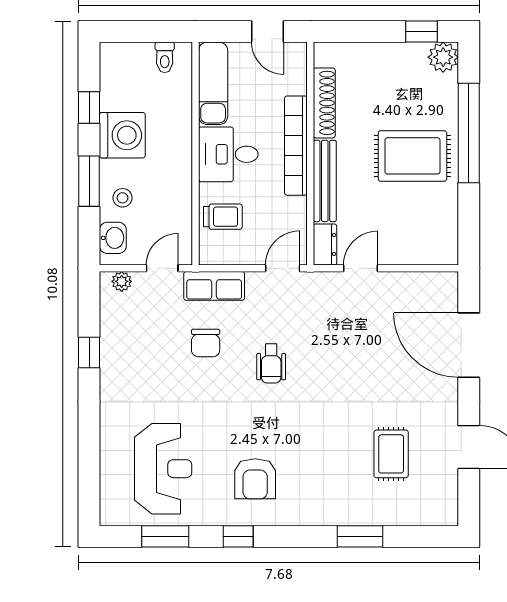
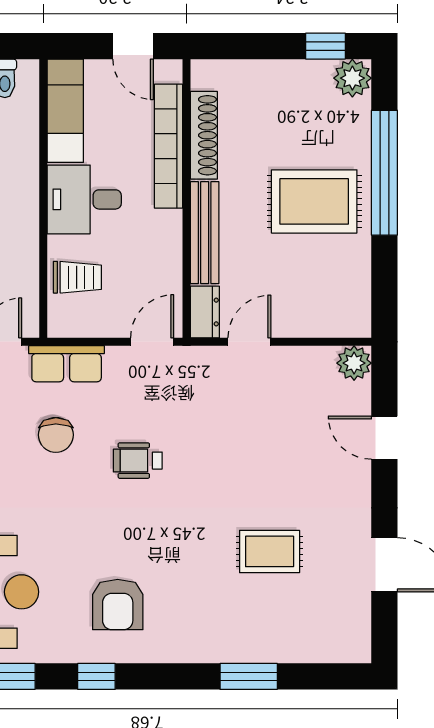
bookcase: (296, 146) -> (169, 146), moved
plant: (444, 285) -> (354, 363), added
door: (469, 345) -> (384, 438), width x0.53
wheelchair: (271, 364) -> (138, 461), turned 90
rug: (391, 454) -> (270, 551), moved, turned 90

